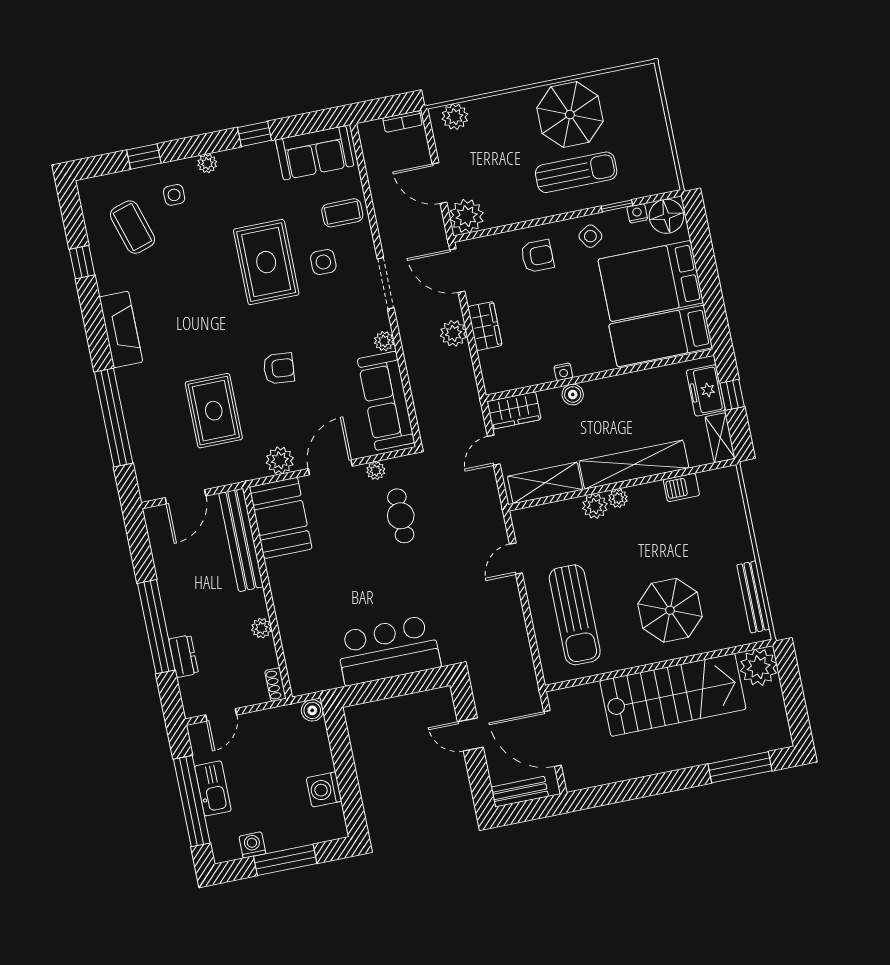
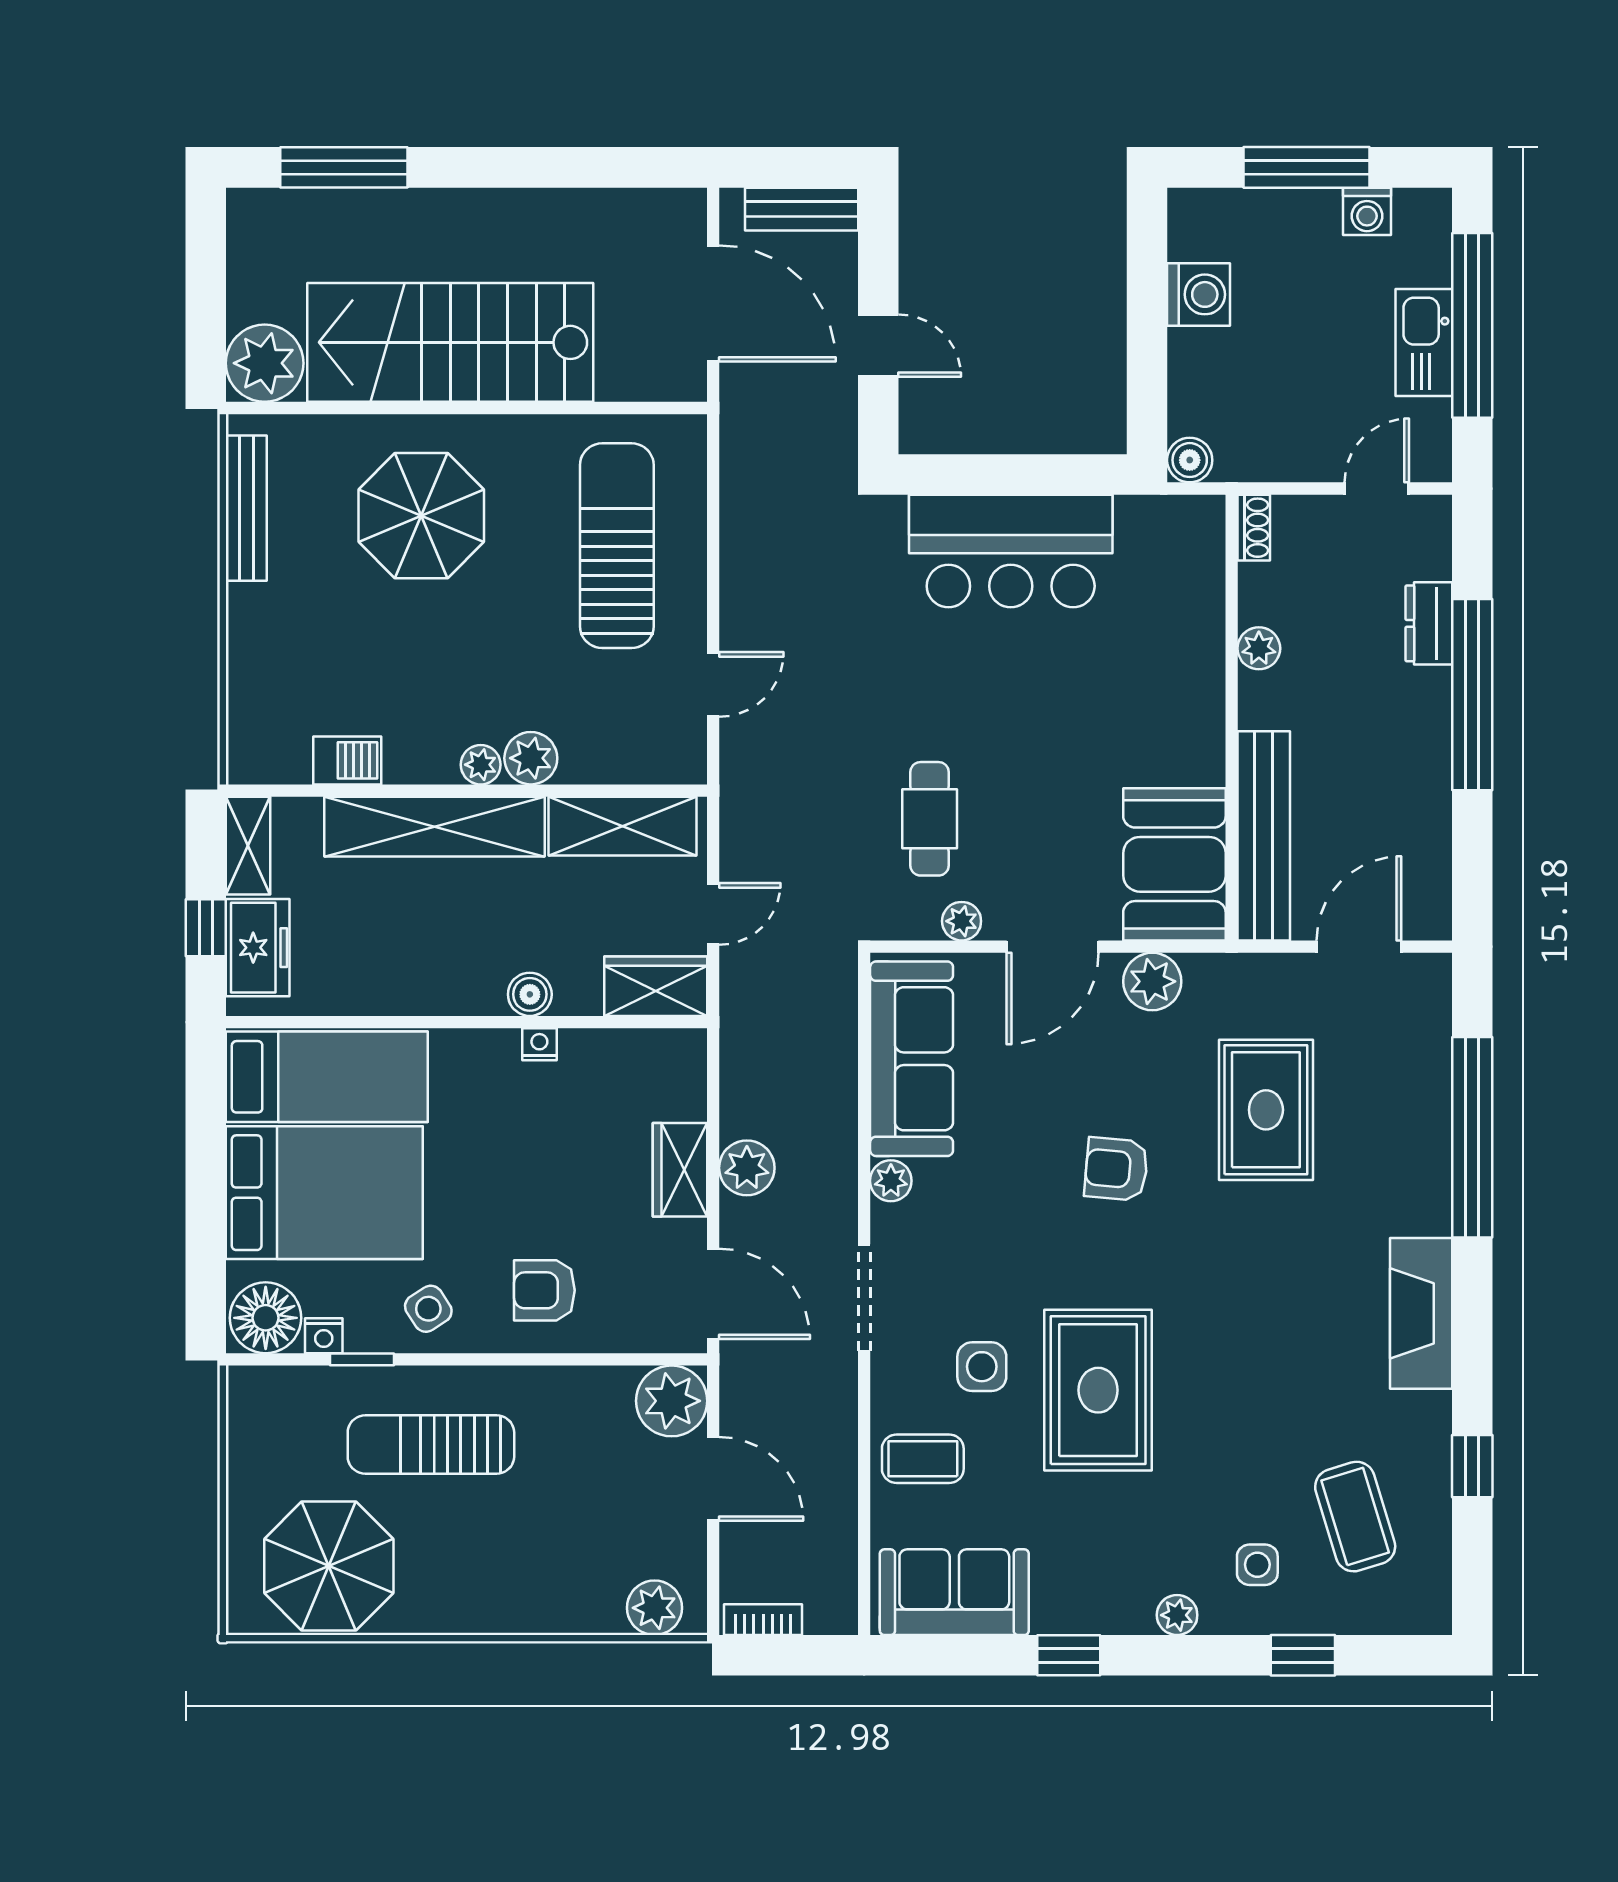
parasol: (570, 115) -> (329, 1566), moved

